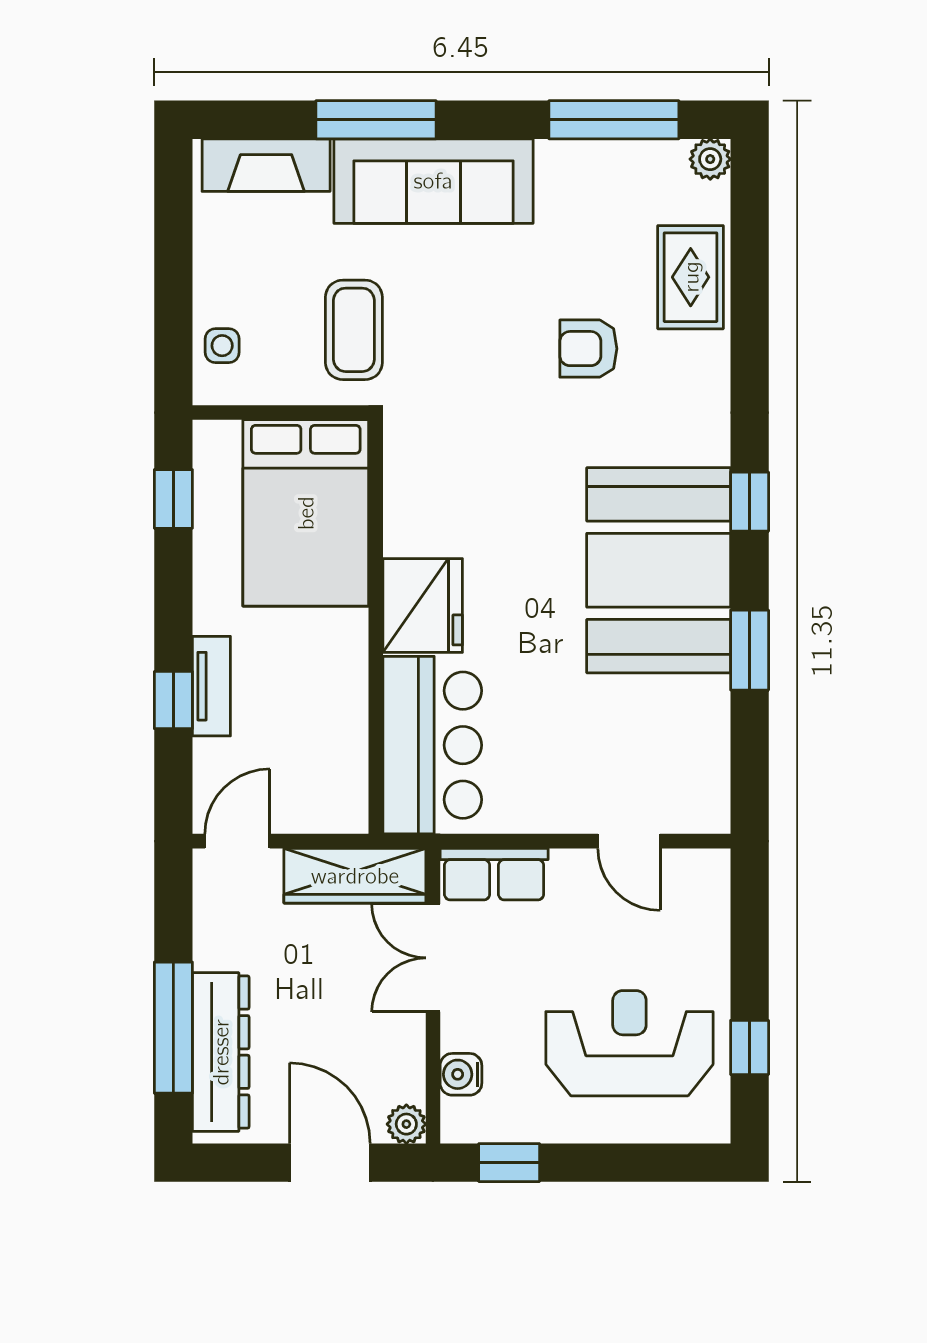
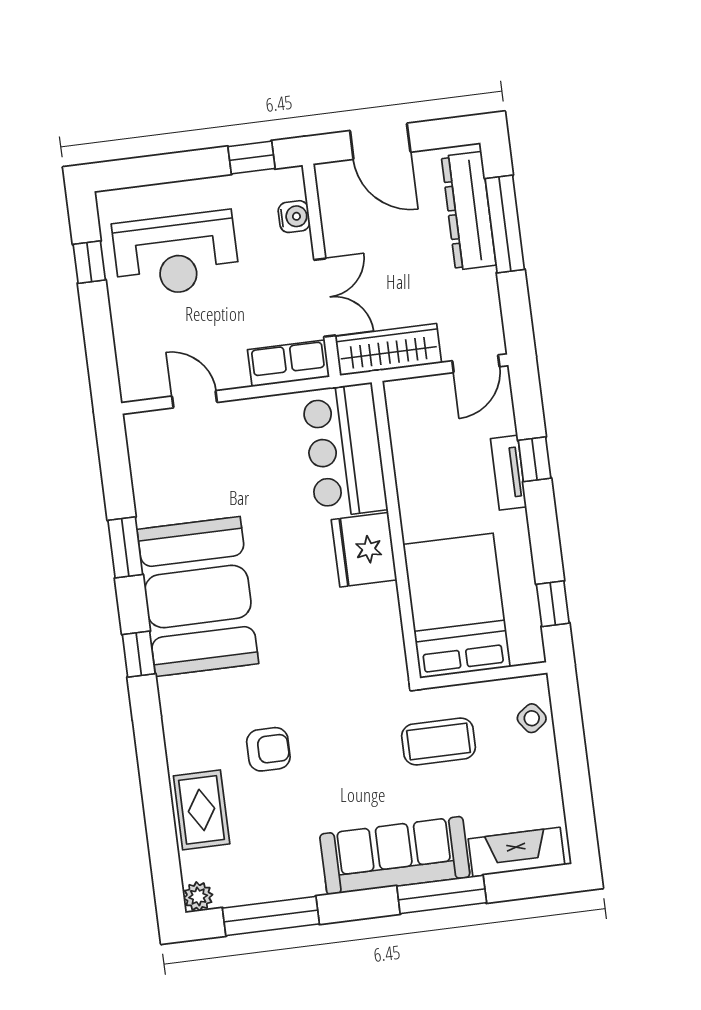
coffee table: (354, 330) -> (439, 742), turned 90
side table: (222, 346) -> (532, 718), turned -36
plant: (406, 1124) -> (329, 176), removed

